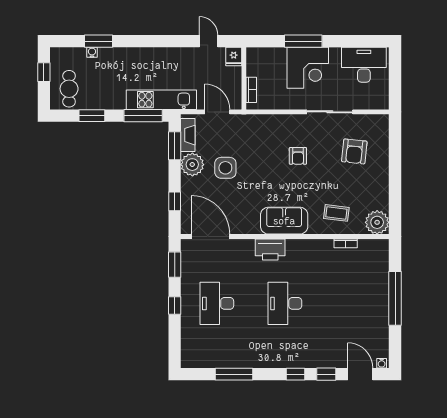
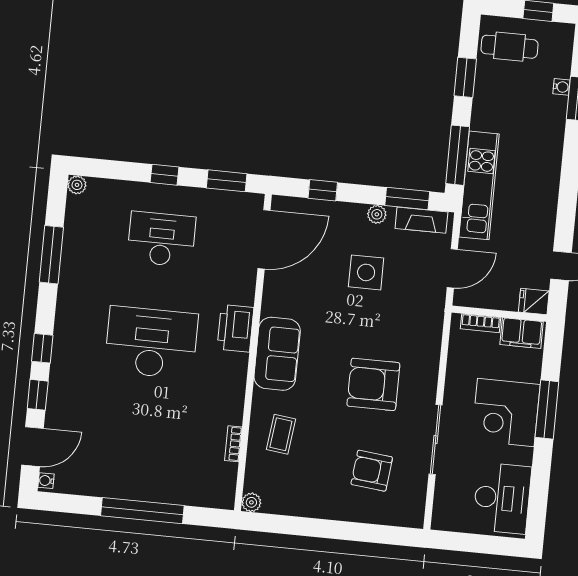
filing cabinet: (255, 63) -> (522, 333), added
armchair: (298, 156) -> (373, 384), width x1.88, depth x1.88
plant: (192, 165) -> (377, 214), width x0.53, depth x0.53
plant: (377, 222) -> (251, 502), width x0.53, depth x0.53
desk: (285, 303) -> (151, 343), width x1.36, depth x1.30
plant: (187, 362) -> (77, 185), added

